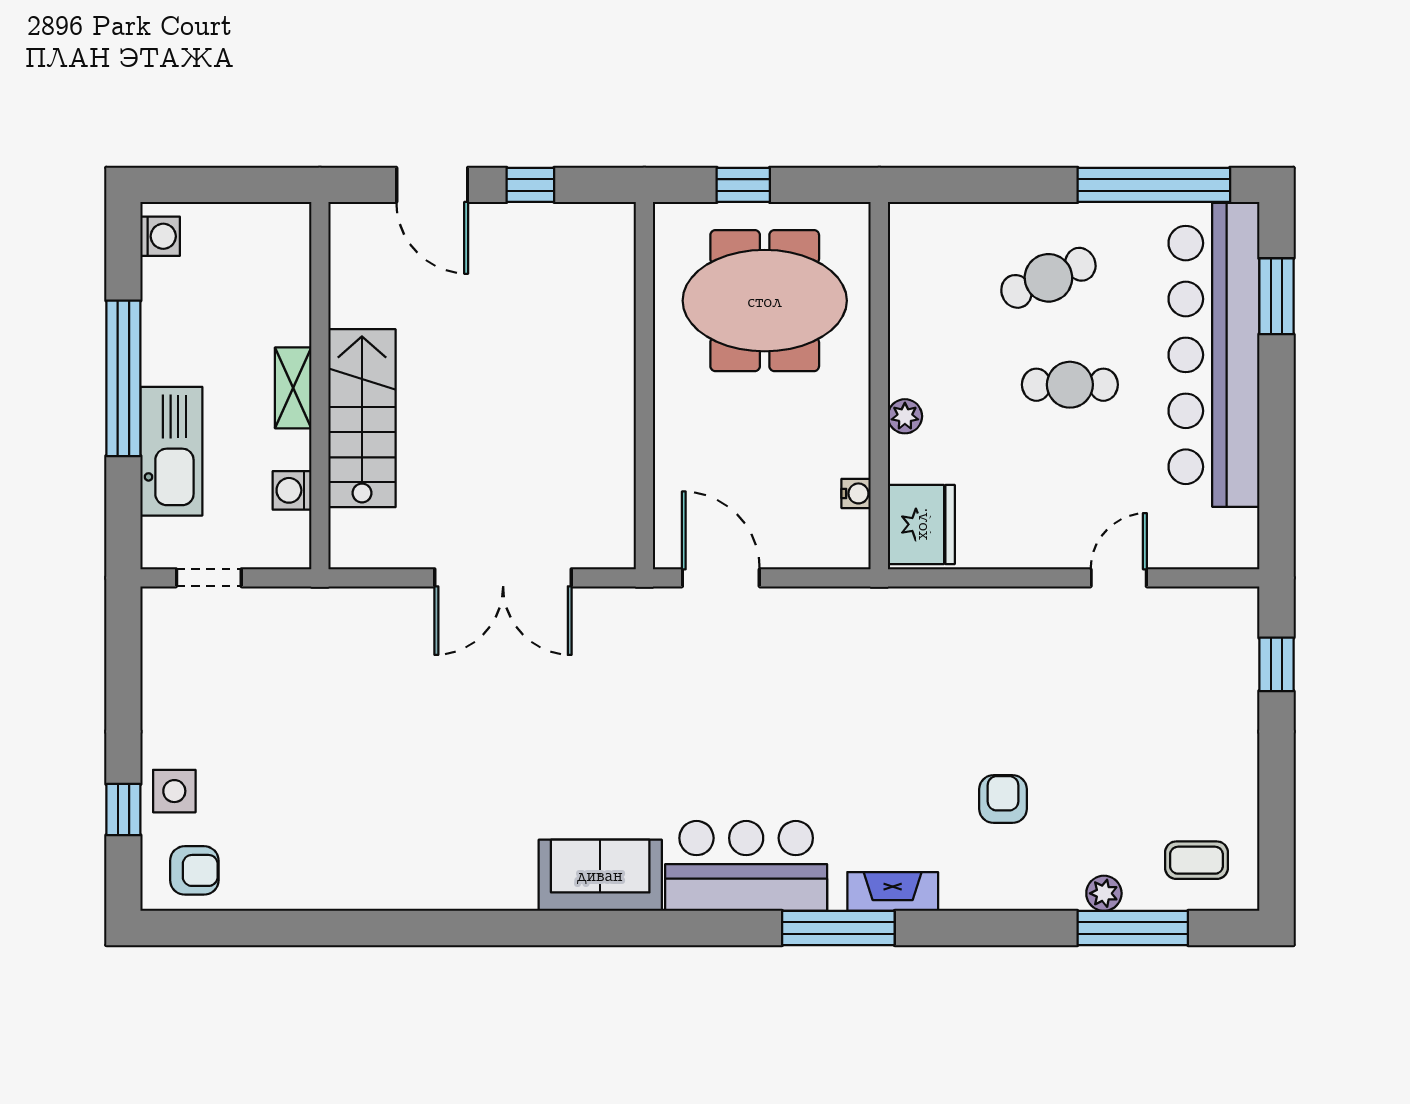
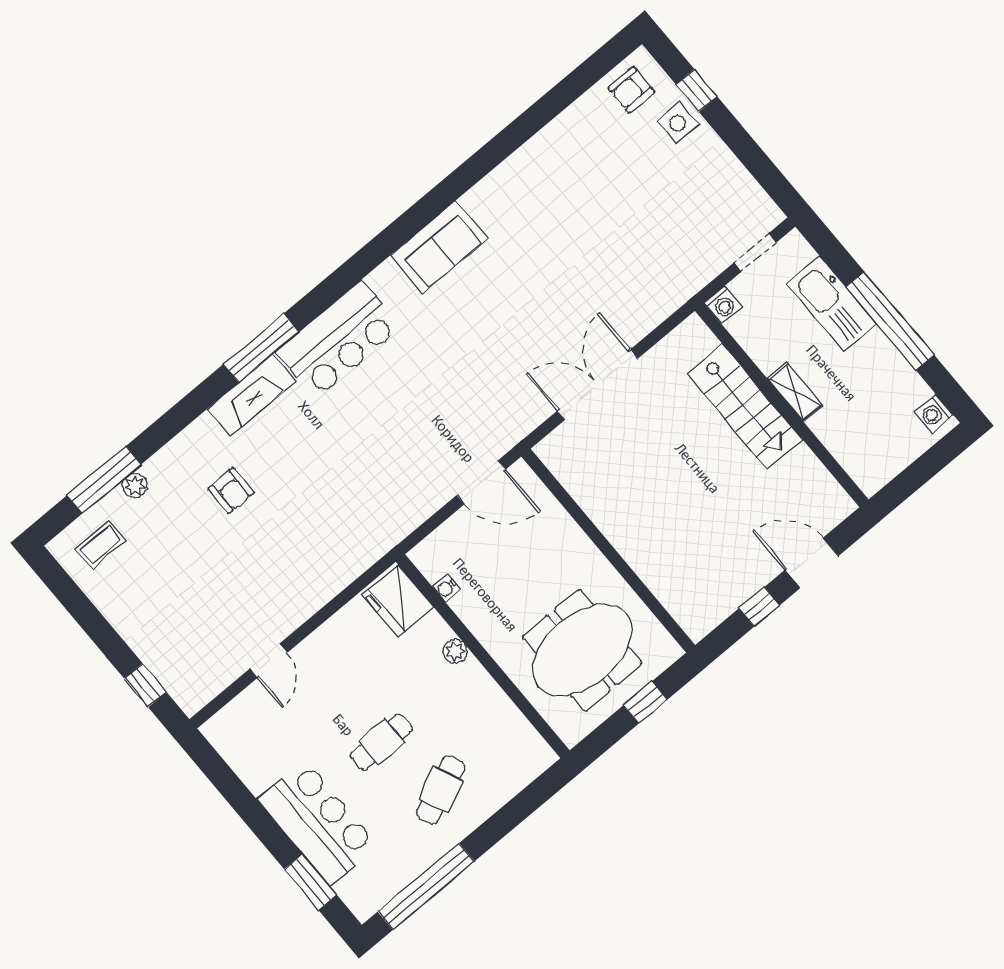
bar counter: (1214, 355) -> (318, 823), width x0.54
washing machine: (292, 490) -> (723, 305), moved, turned 90
sofa: (600, 875) -> (439, 247), moved
fireplace: (893, 892) -> (251, 395), width x1.37, depth x1.32

